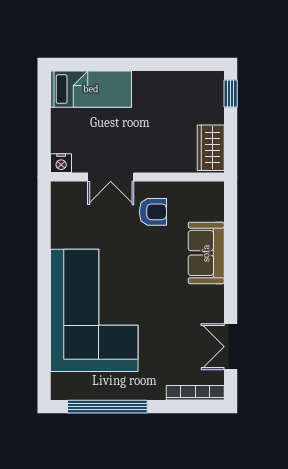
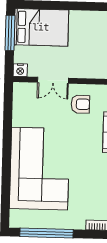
bed: (91, 89) -> (41, 27), width x1.50
window: (44, 108) -> (10, 33), added

